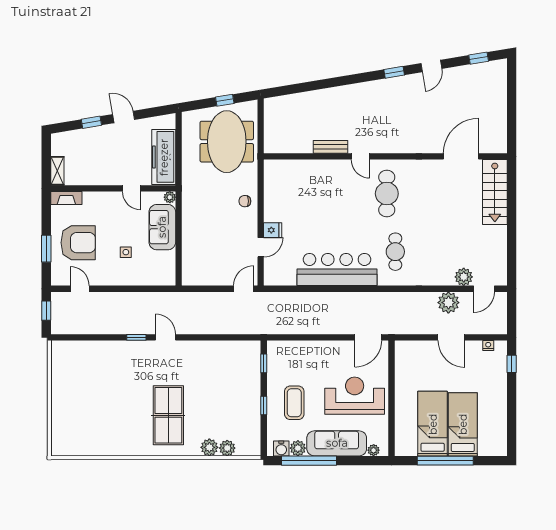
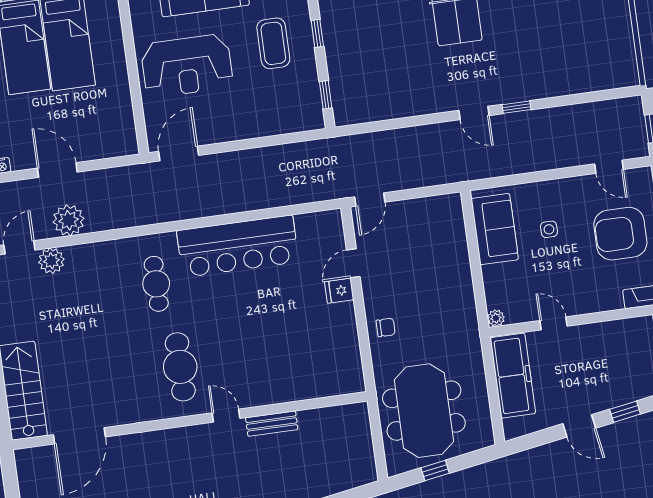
sofa: (162, 227) -> (495, 229), moved

